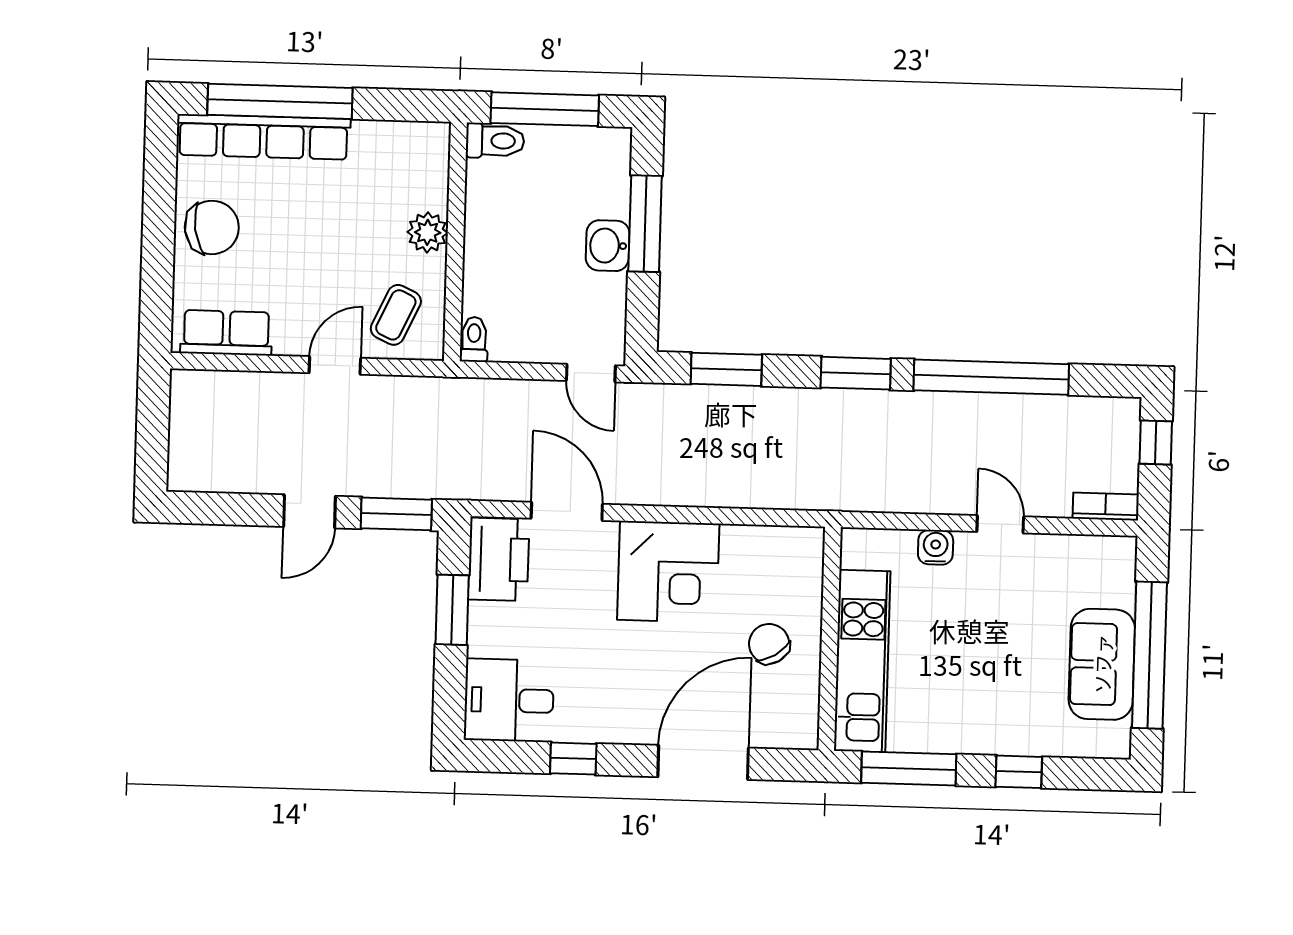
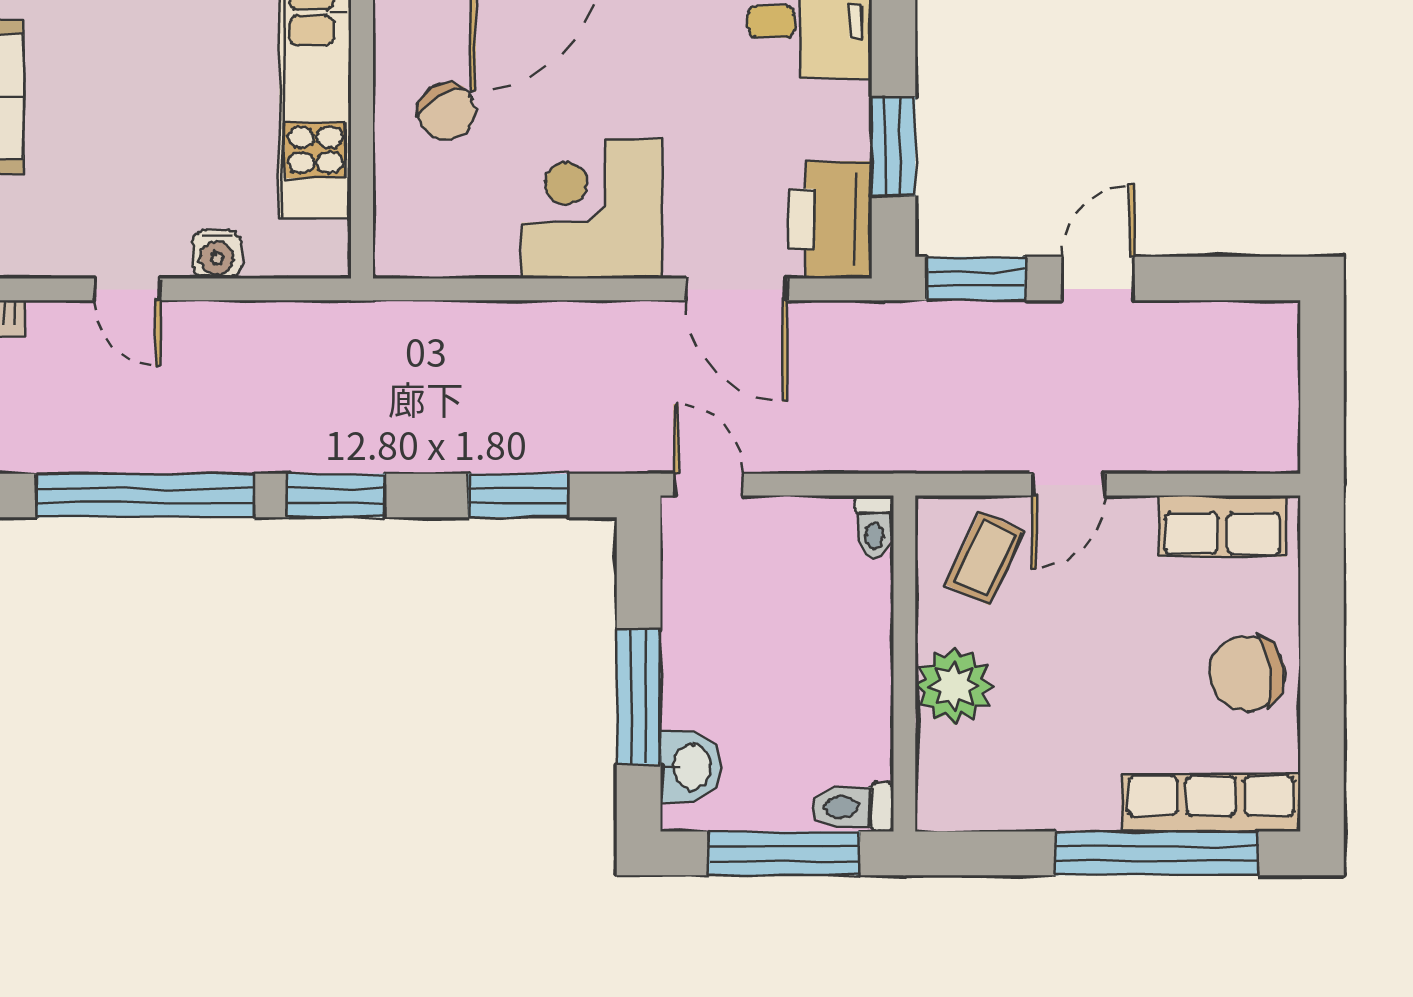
row of seats: (263, 137) -> (1211, 803), width x0.73
plant: (428, 232) -> (954, 686), width x1.36, depth x1.36
washbasin: (608, 246) -> (690, 767), moved

